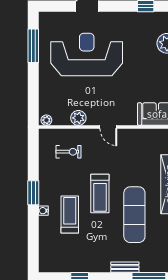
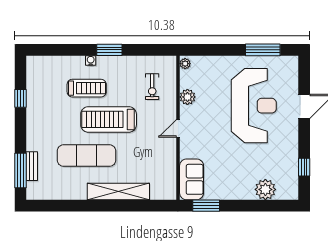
treadmill: (100, 194) -> (109, 119), width x1.37, depth x1.38
bench: (125, 267) -> (32, 166), moved

